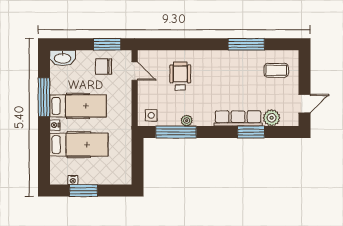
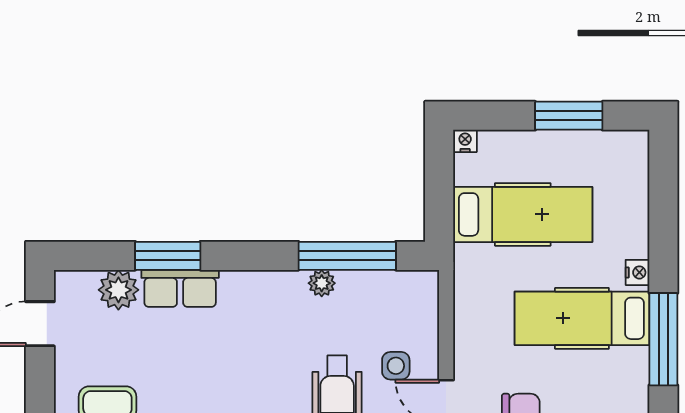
side table: (151, 115) -> (396, 366), moved
row of seats: (238, 118) -> (180, 288), width x0.68
hospital bed: (79, 145) -> (523, 214), moved, turned 180
nightstand: (73, 180) -> (465, 141), moved

